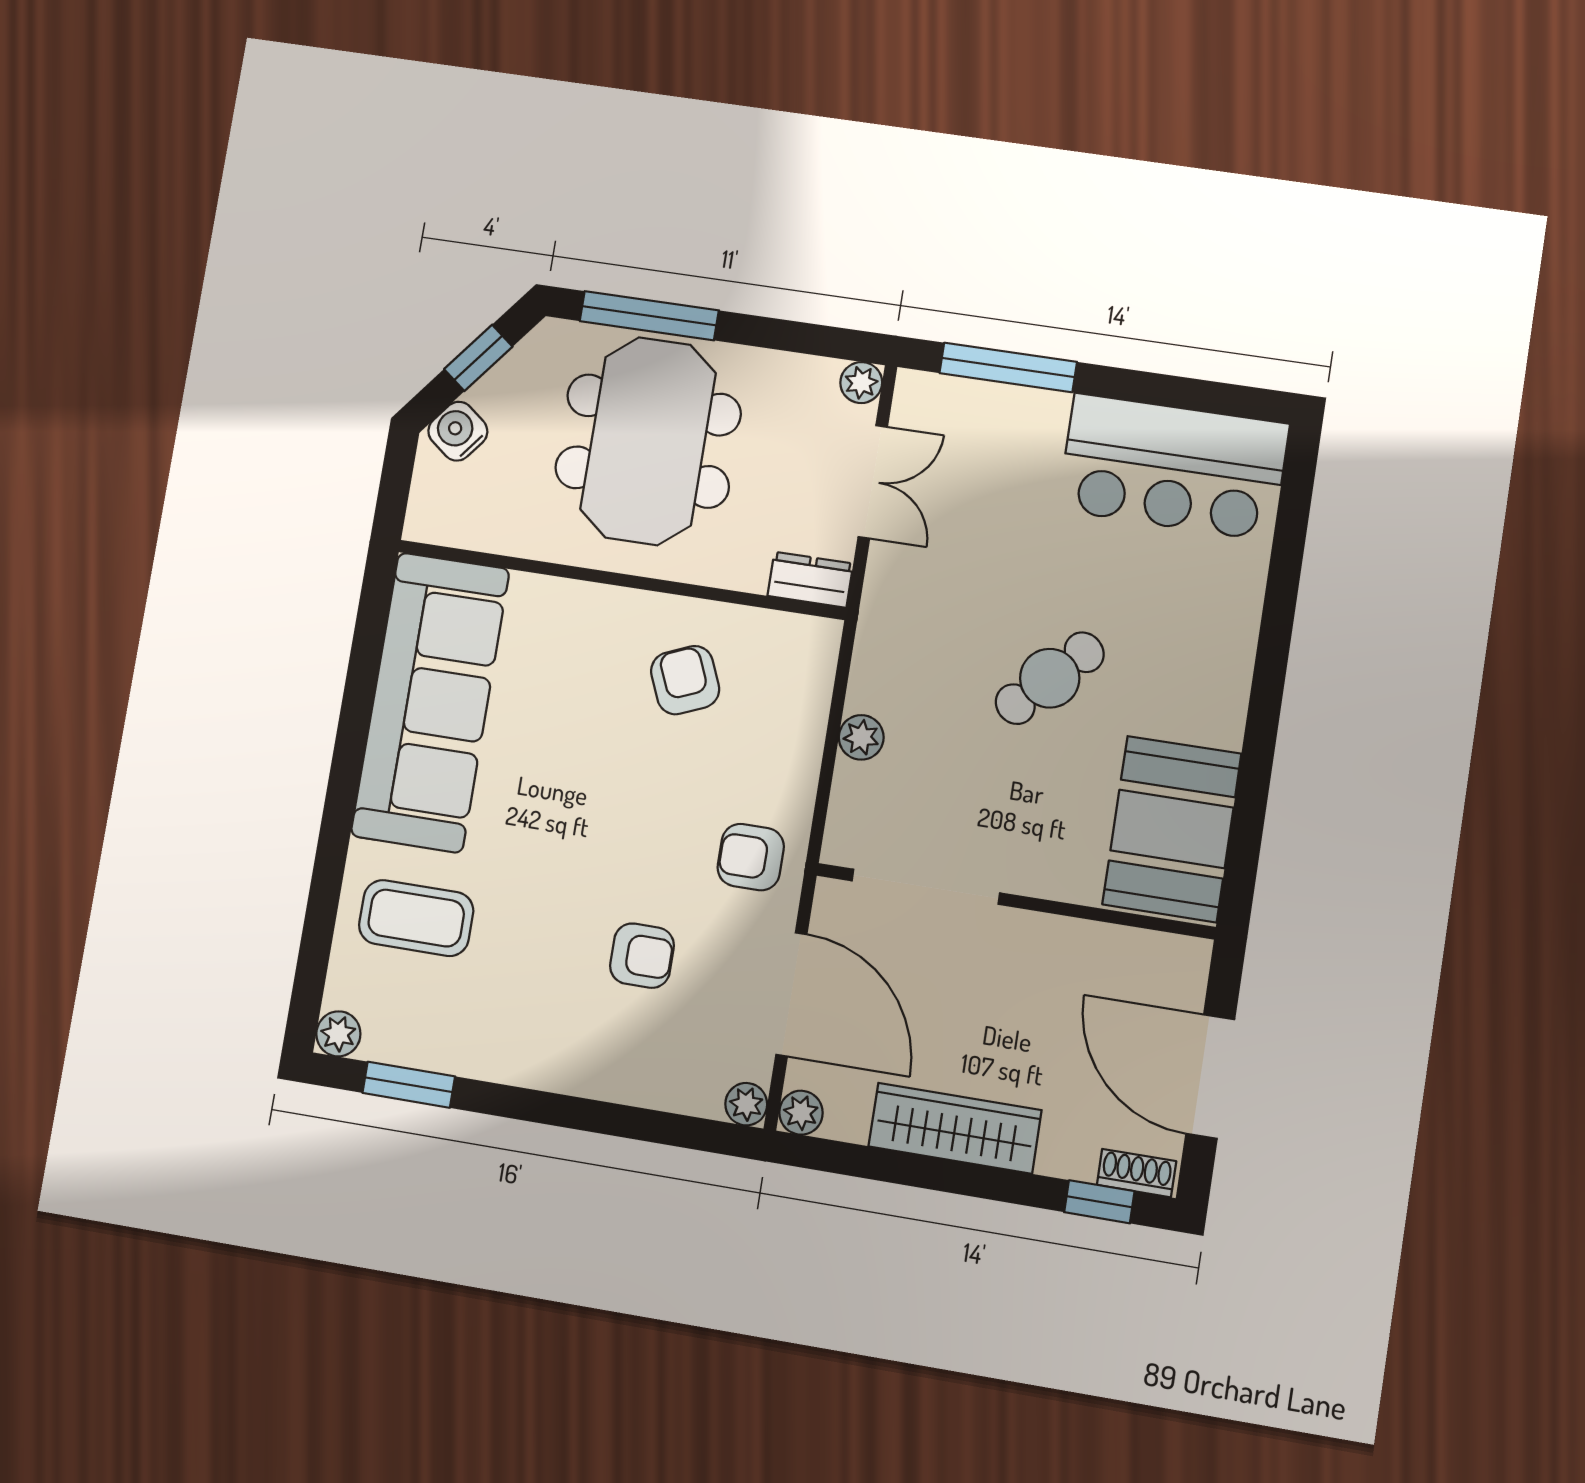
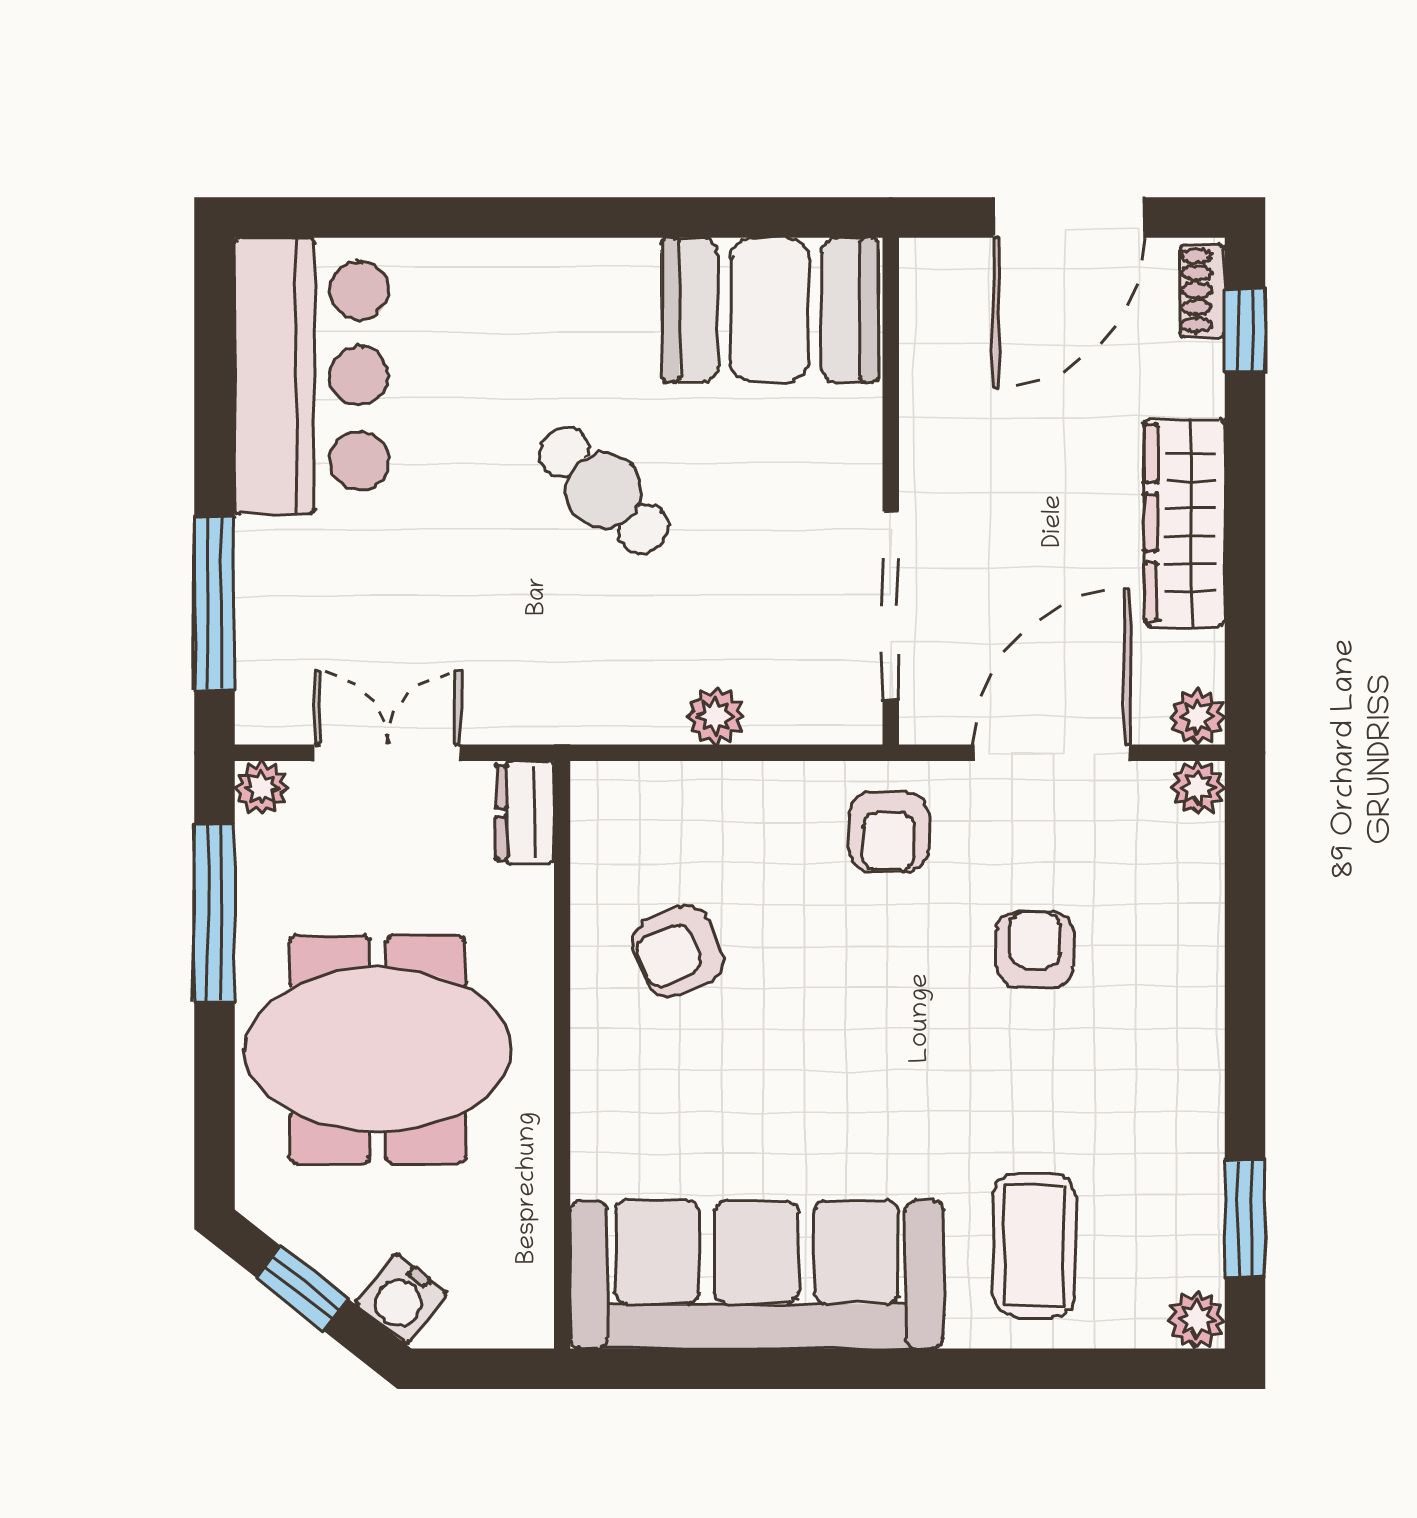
window: (649, 316) -> (215, 913), moved

